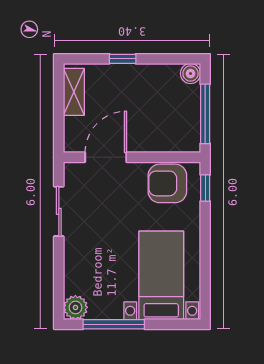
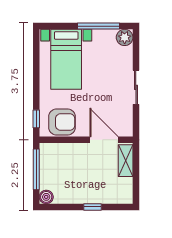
shelving: (74, 92) -> (126, 161), moved
door: (106, 157) -> (104, 140), swing flipped
sliding door: (59, 211) -> (136, 87), moved

